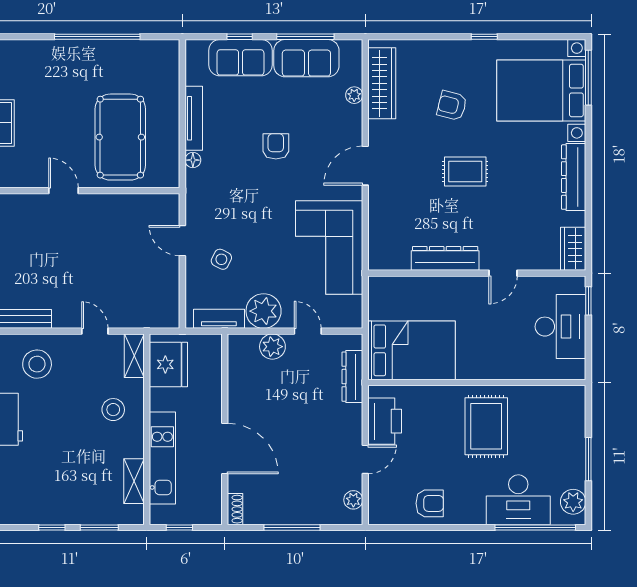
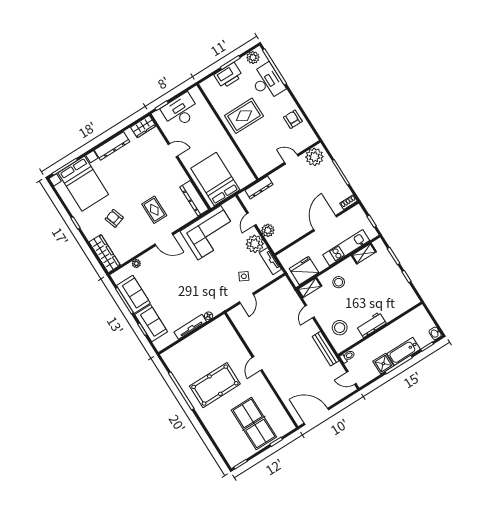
wardrobe: (382, 83) -> (105, 254), moved, turned 90
armchair: (452, 106) -> (114, 218), turned 148
pool table: (120, 137) -> (215, 385), moved
armchair: (276, 146) -> (180, 284), removed
rug: (465, 171) -> (154, 210), moved
dresser: (445, 258) -> (194, 198), moved
bed: (412, 350) -> (215, 179), moved
printer: (385, 421) -> (228, 75), moved, turned 180
plant: (353, 500) -> (314, 157), width x1.87, depth x1.87

